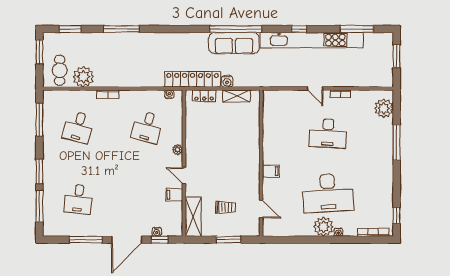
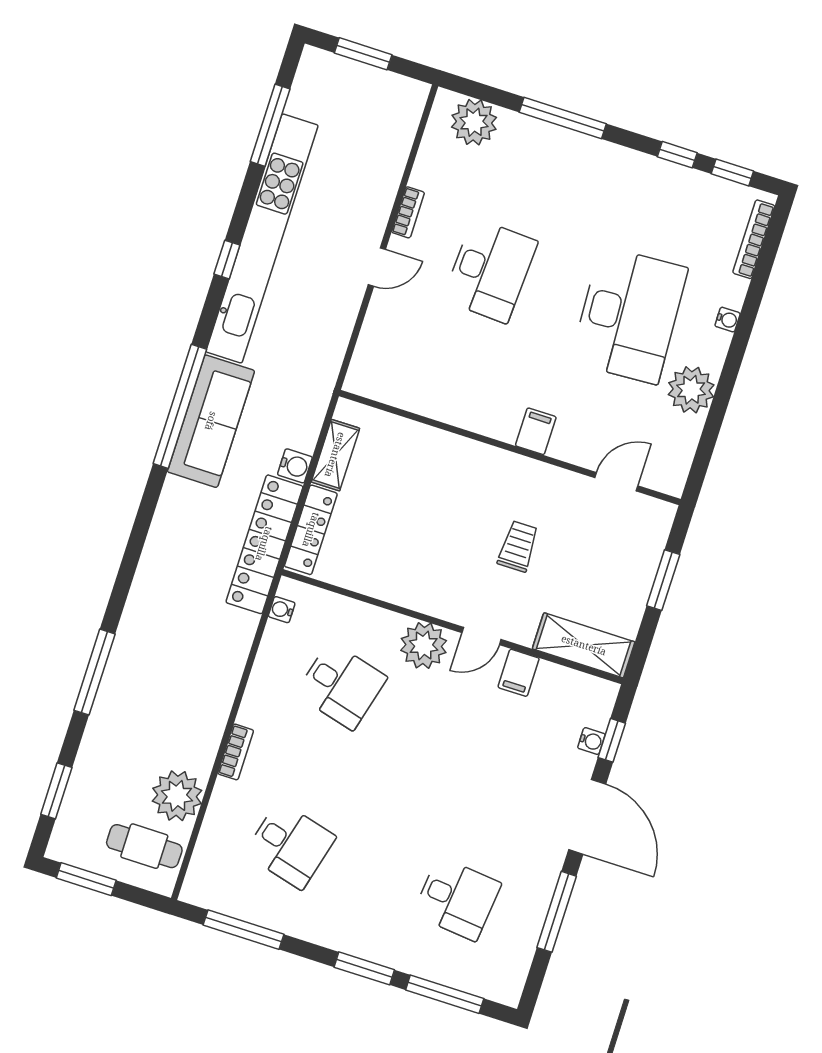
locker: (204, 96) -> (311, 530), width x1.53
plant: (178, 150) -> (424, 645), width x1.87, depth x1.87
window: (397, 192) -> (677, 155), added
trolley: (225, 207) -> (518, 546), moved
plant: (323, 227) -> (691, 390), moved

